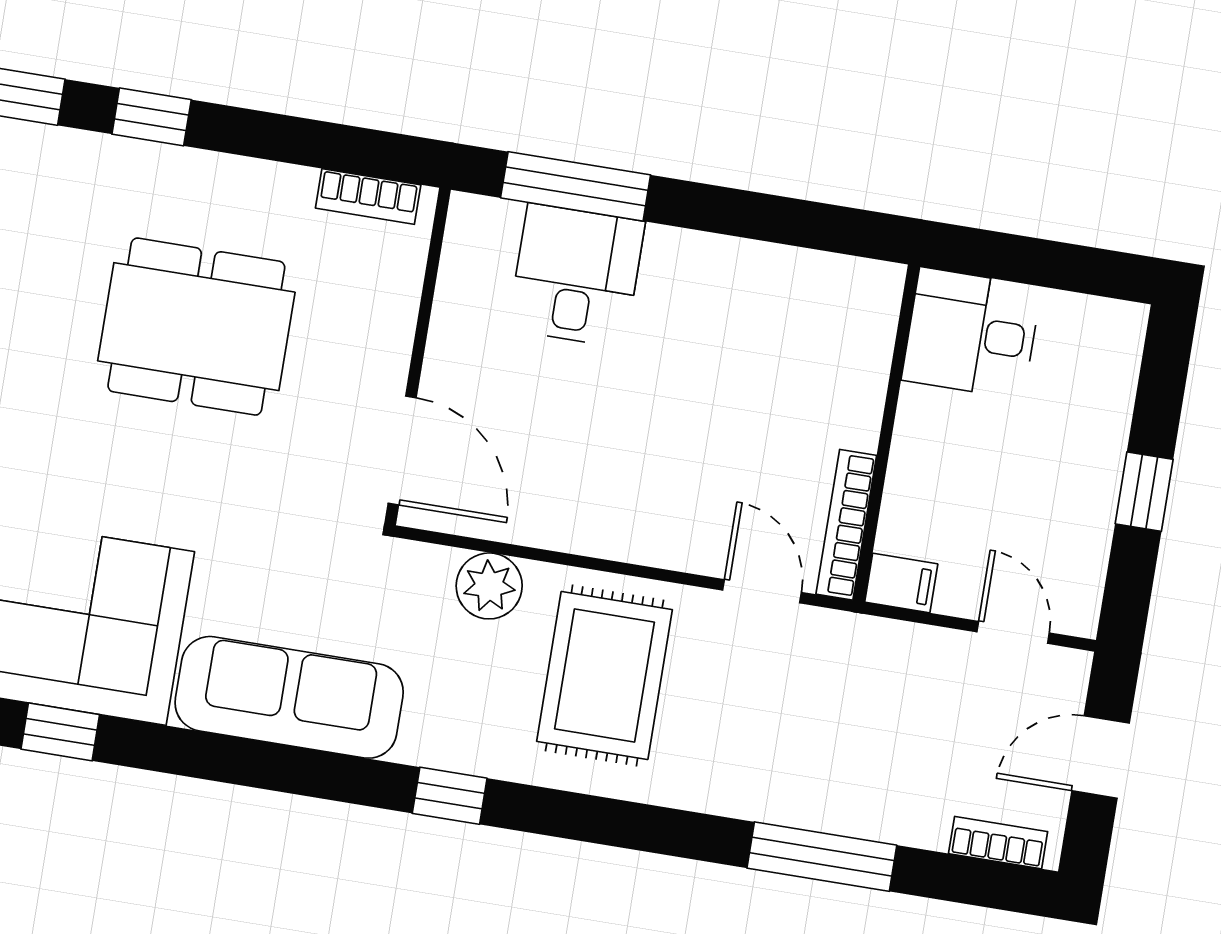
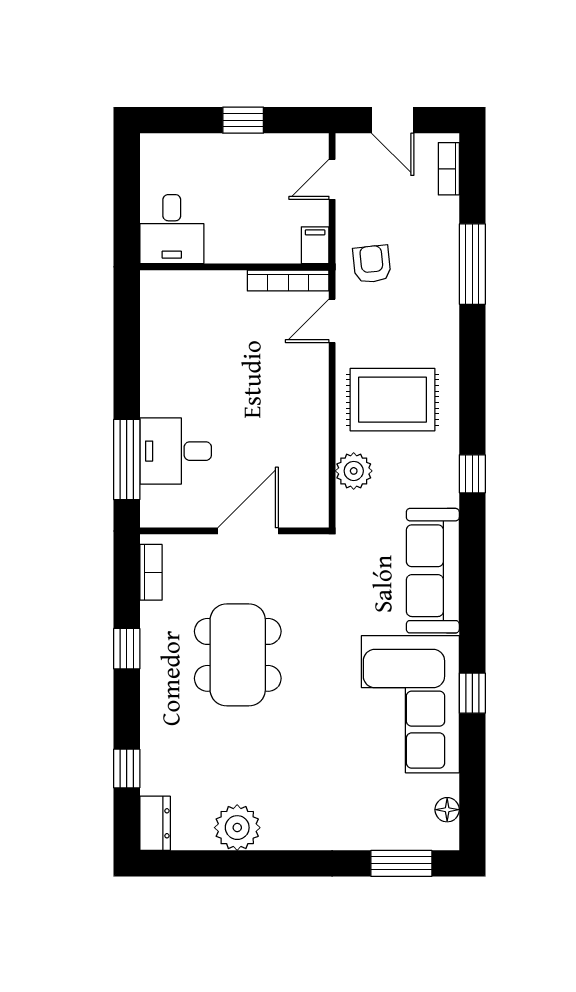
window: (152, 117) -> (127, 649), moved
door: (402, 450) -> (248, 531), moved
armchair: (851, 678) -> (372, 264), added

